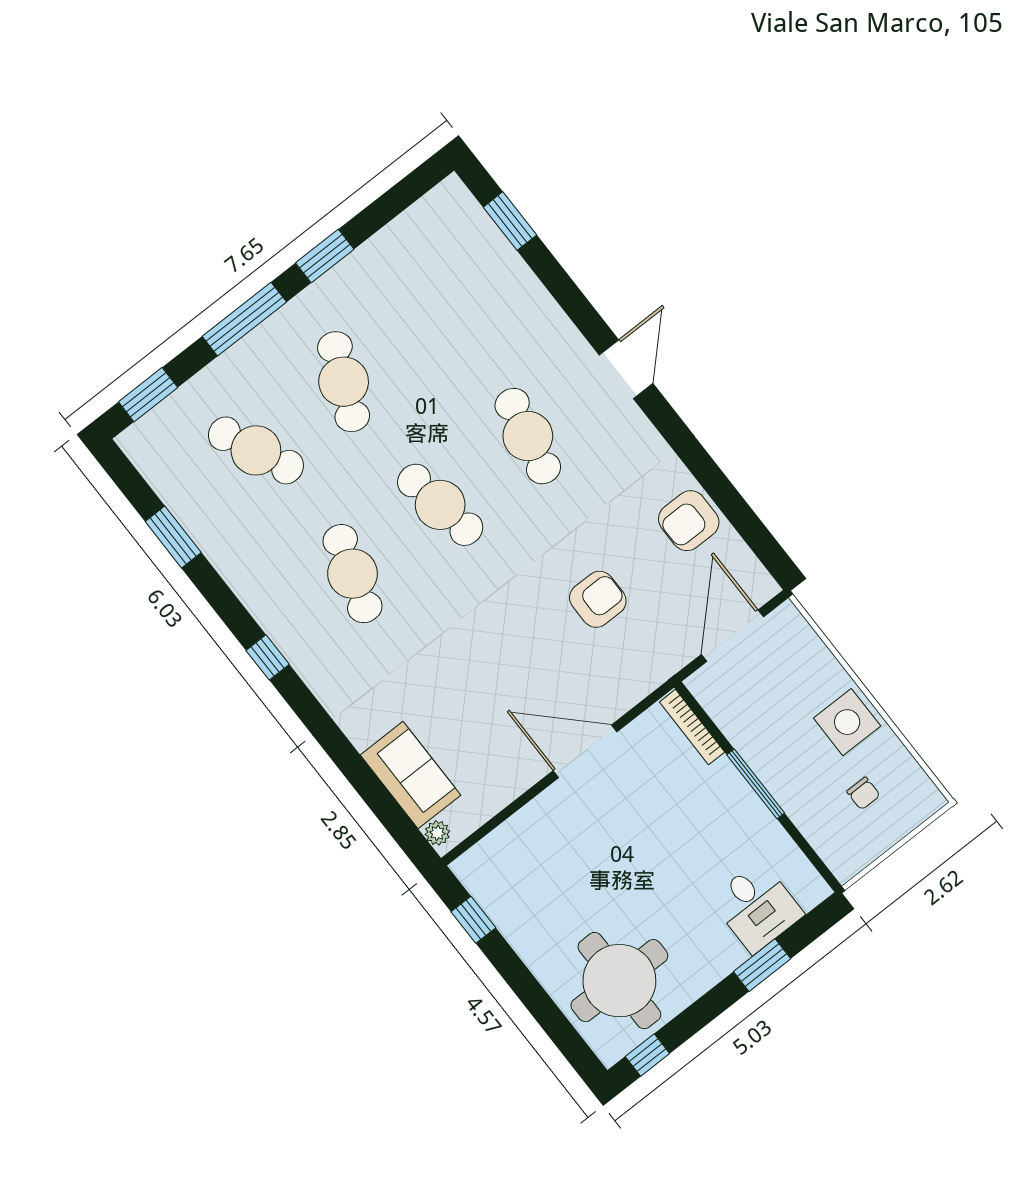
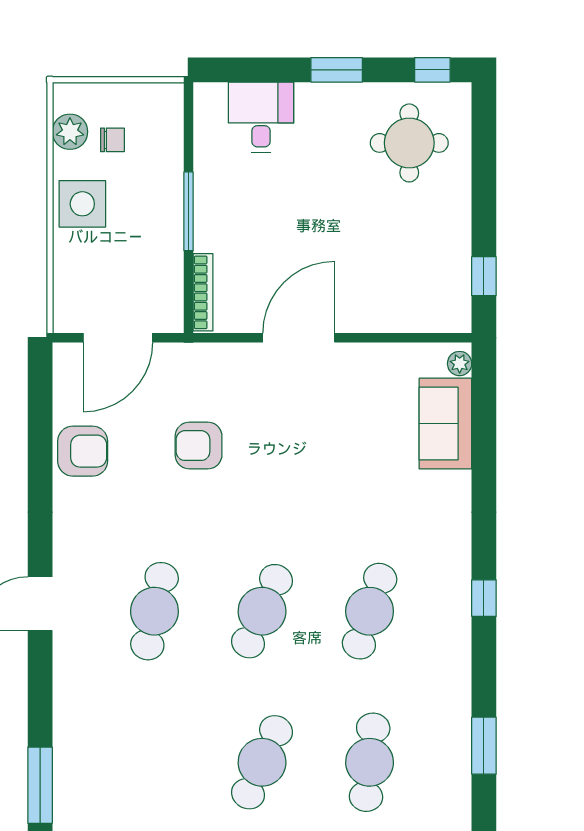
window: (510, 221) -> (40, 785), width x1.44
cafe table: (256, 450) -> (370, 762), turned 30
cafe table: (440, 505) -> (262, 611), turned 33
door: (585, 751) -> (299, 338), swing flipped
plant: (903, 773) -> (70, 132), added
chair: (863, 793) -> (112, 140), turned 90
window: (762, 965) -> (337, 70), moved
round table: (619, 981) -> (409, 143), width x0.73, depth x0.73

